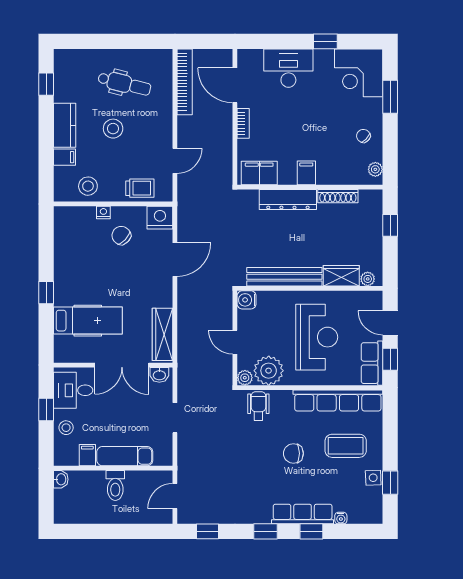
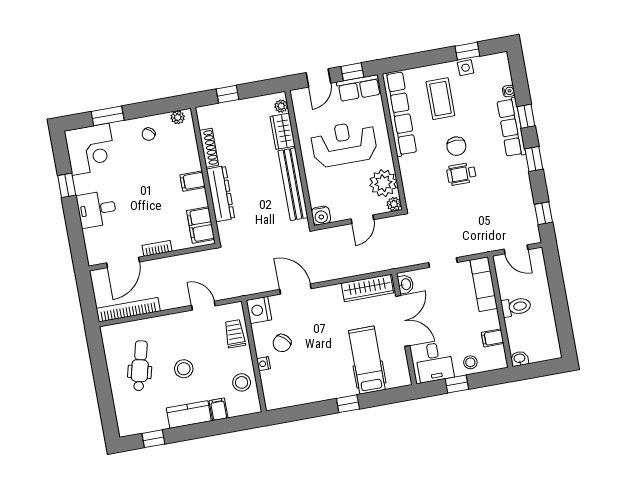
desk: (288, 68) -> (97, 209), width x0.73
wheelchair: (258, 406) -> (461, 174), moved
exam couch: (125, 456) -> (484, 284), moved

